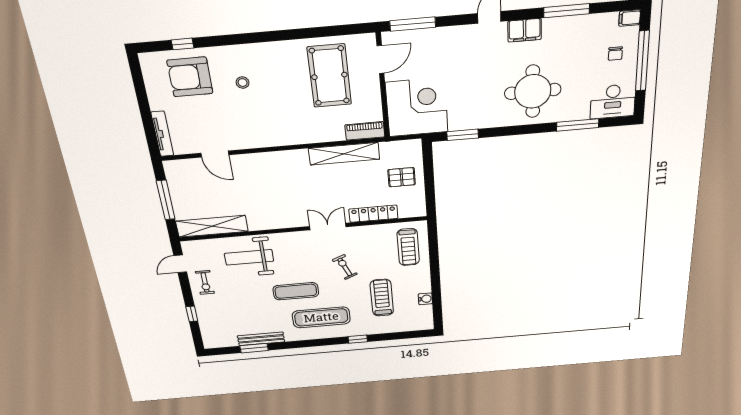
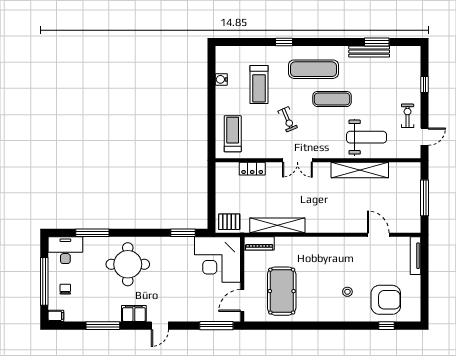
pallet: (402, 177) -> (229, 222), moved
locker: (373, 214) -> (252, 169), width x0.66
shelving: (212, 226) -> (360, 170), moved

